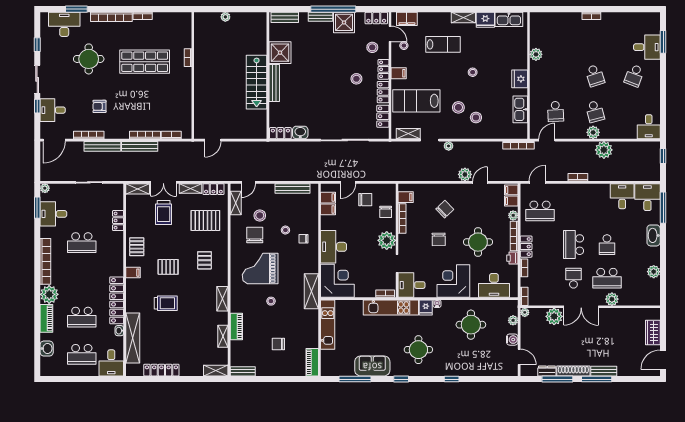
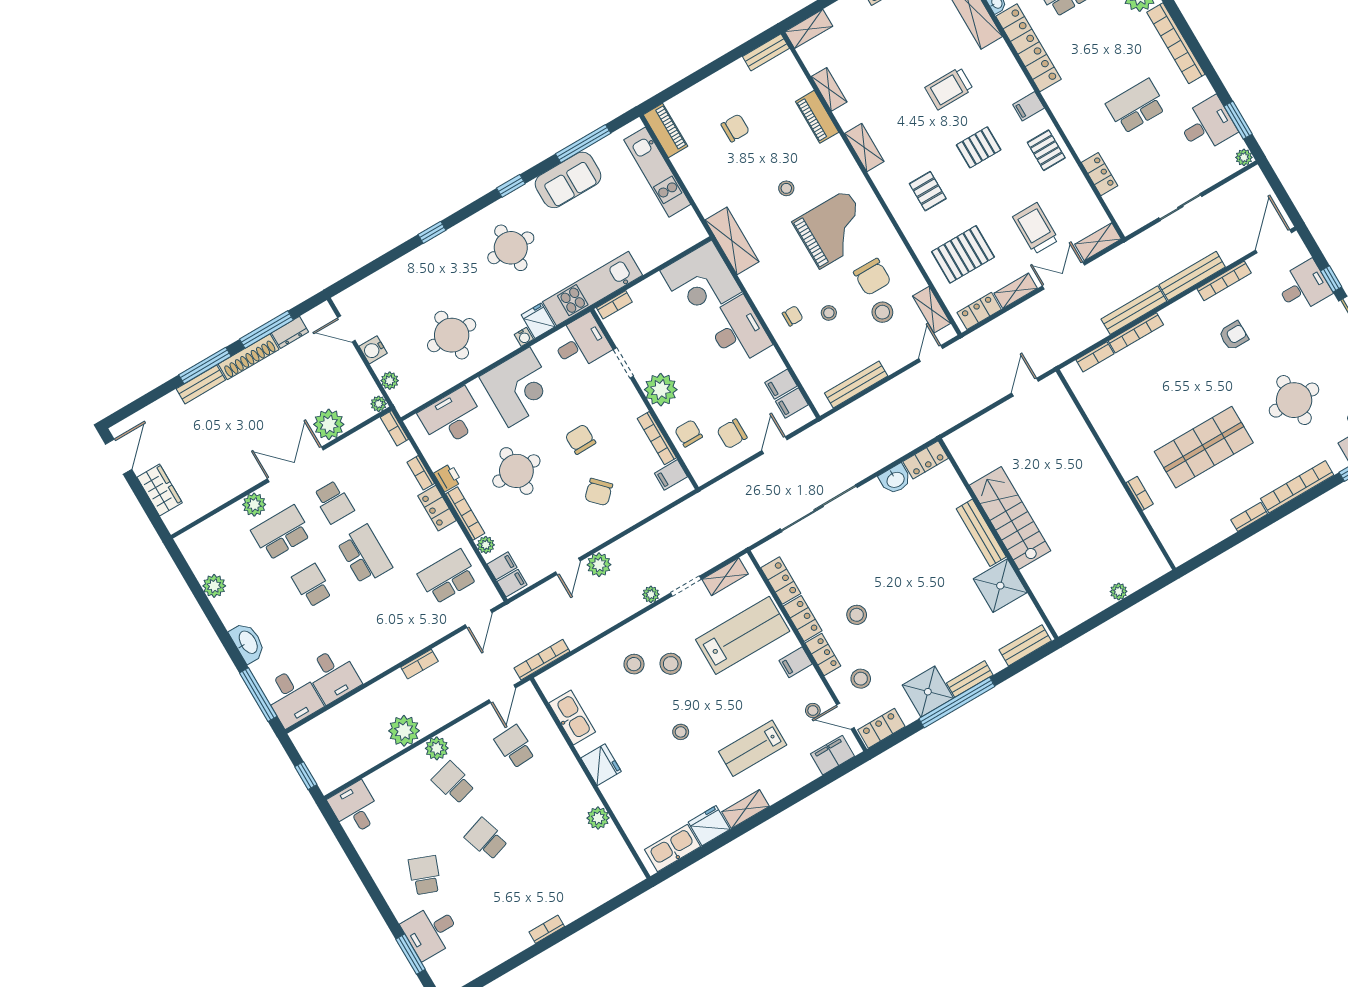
kitchen unit: (328, 325) -> (657, 172), moved

